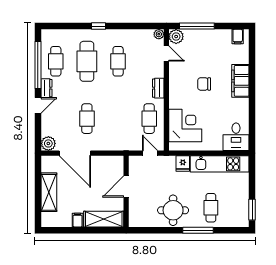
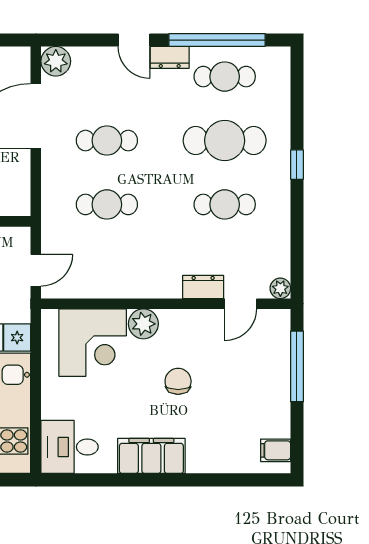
plant: (176, 37) -> (143, 324), moved
filing cabinet: (240, 81) -> (151, 456), moved
dresser: (158, 88) -> (203, 287), moved
cafe table: (149, 119) -> (107, 204), moved

